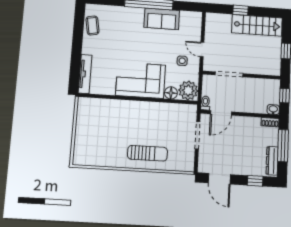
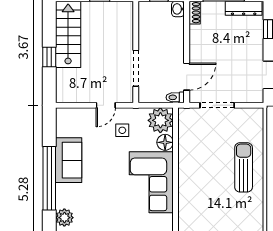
plant: (118, 13) -> (64, 218), added
door: (221, 113) -> (187, 77), hinge flipped

